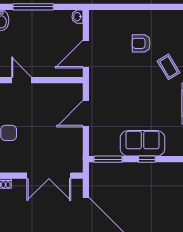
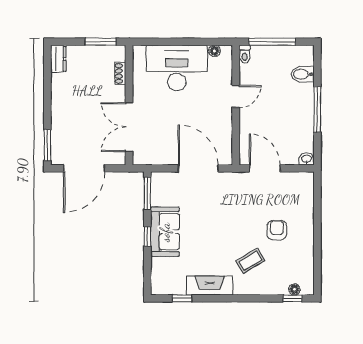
door: (86, 114) -> (198, 168), width x1.36

